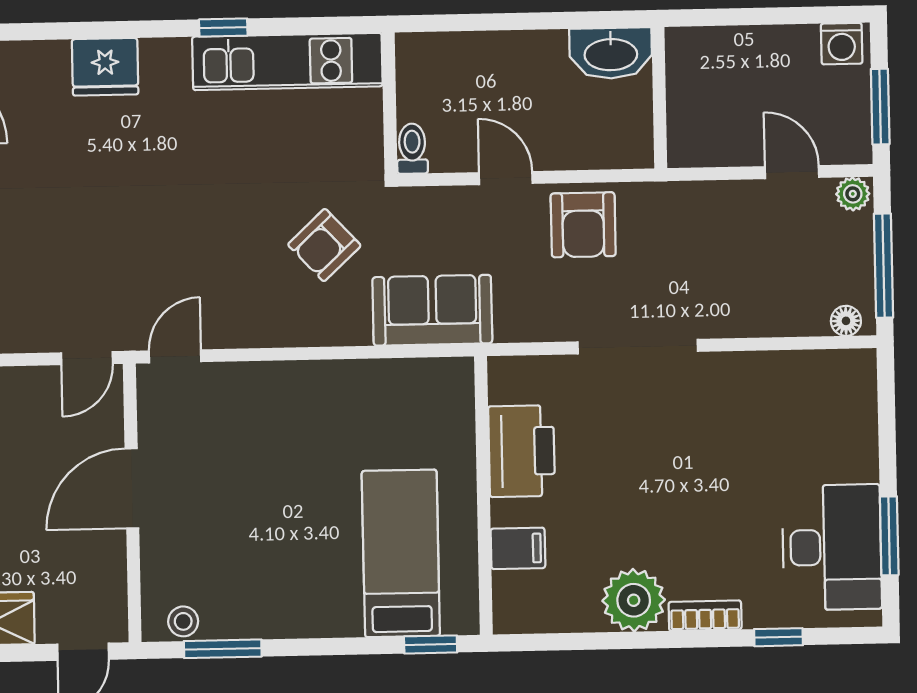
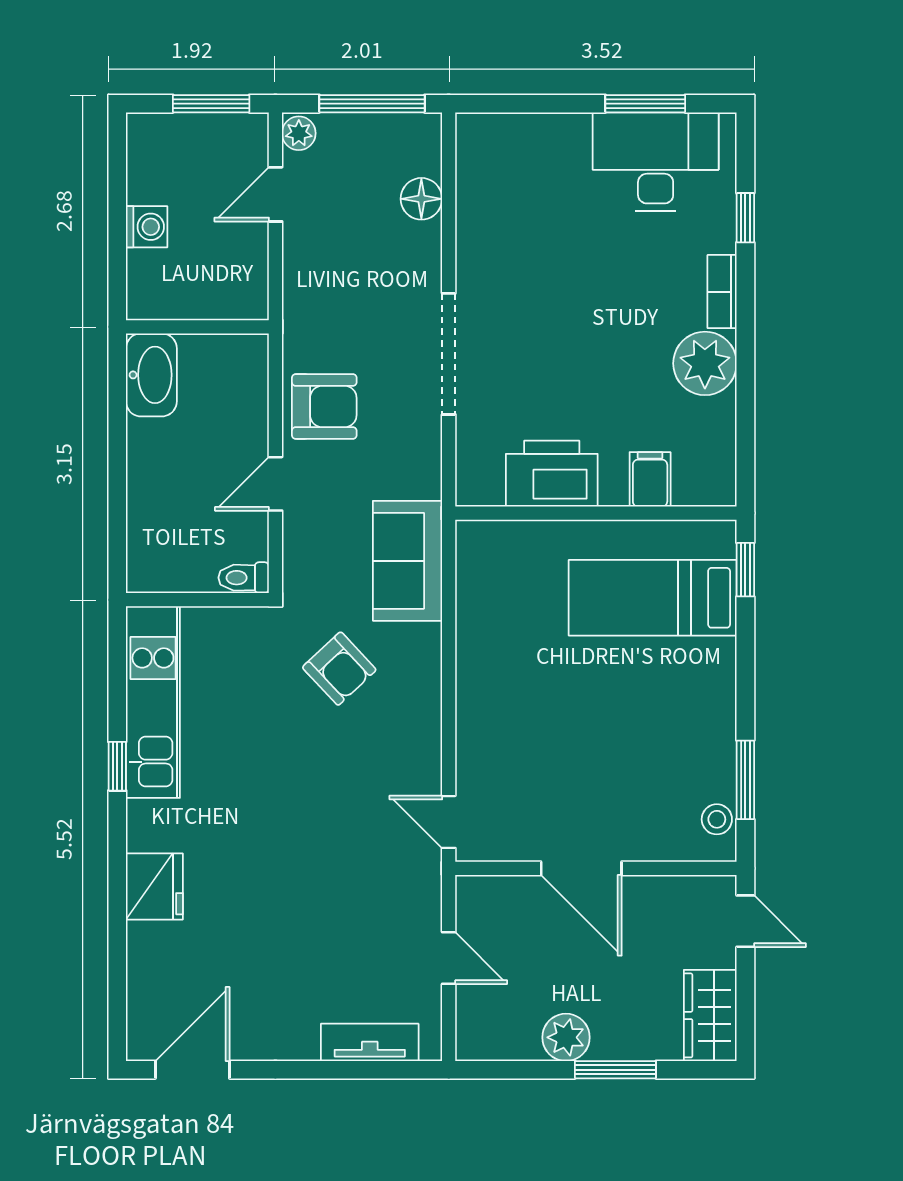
washing machine: (842, 44) -> (147, 227), moved
floor lamp: (846, 321) -> (421, 199), moved, width x1.37, depth x1.37
door: (87, 358) -> (449, 958), moved

